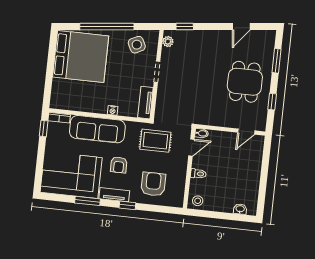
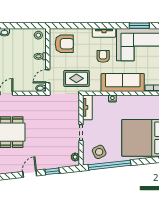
window: (107, 27) -> (110, 165), moved
window: (185, 27) -> (52, 171), moved
door: (241, 27) -> (30, 174), moved
armchair: (153, 184) -> (64, 44), moved, turned -90
window: (87, 201) -> (139, 26), moved
window: (127, 205) -> (93, 26), removed

